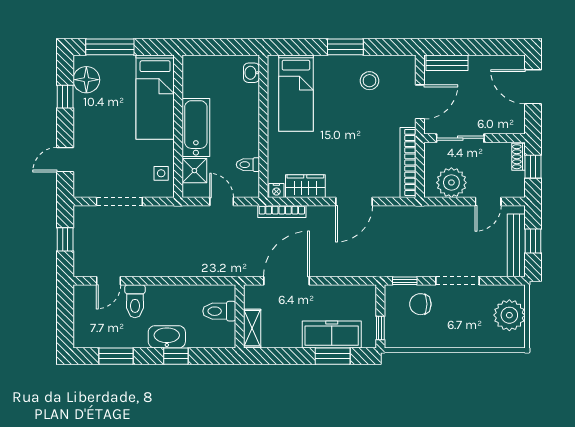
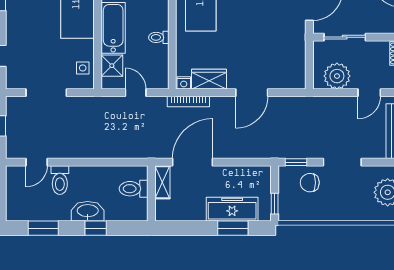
bookcase: (408, 162) -> (299, 58), removed
toilet: (248, 165) -> (159, 37), moved
shelving: (252, 328) -> (162, 182), moved

